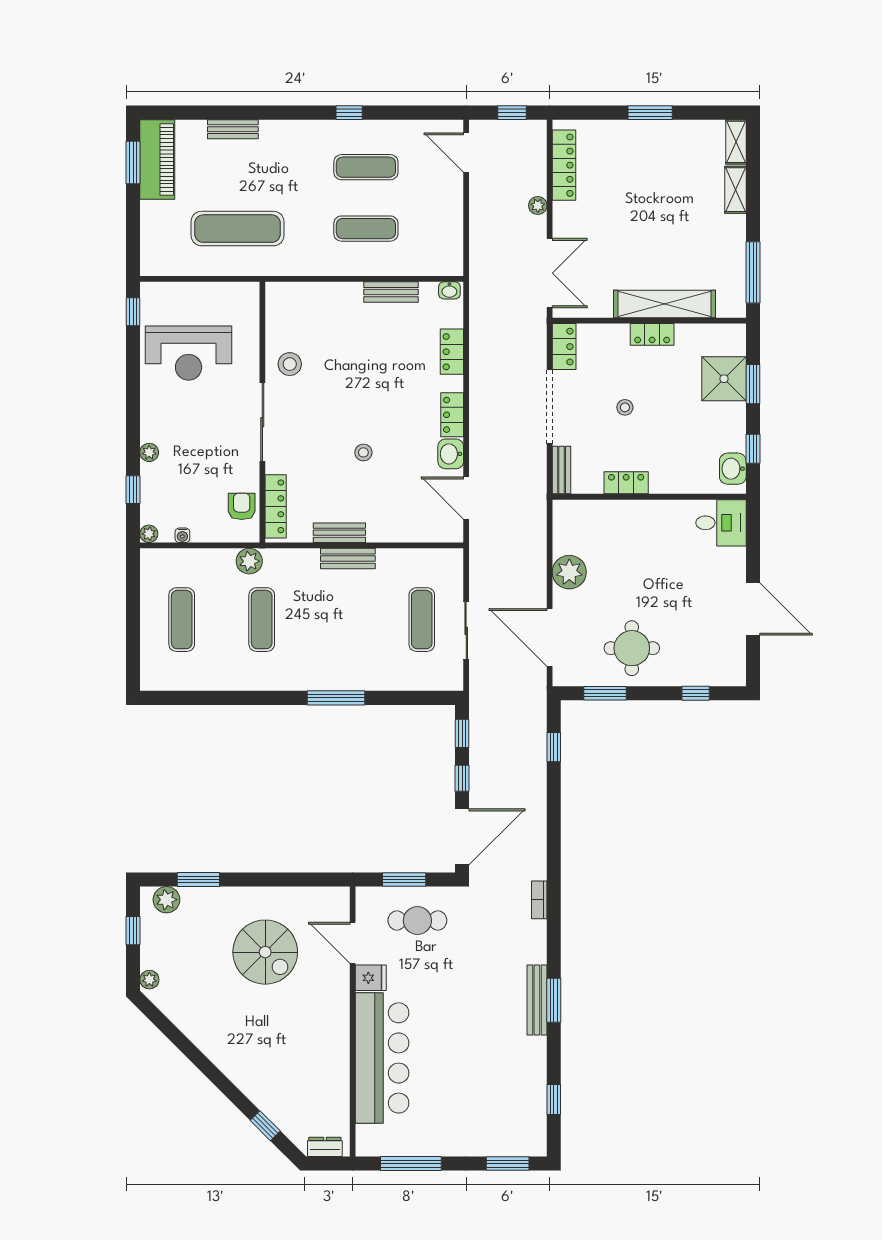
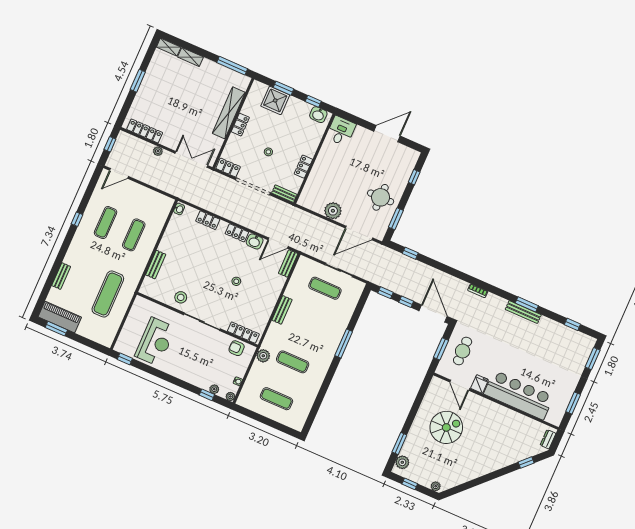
bench: (391, 292) -> (156, 265), moved
plant: (149, 452) -> (214, 389), moved
bench: (339, 533) -> (288, 263), moved
door: (353, 943) -> (460, 385), hinge flipped
window: (411, 1164) -> (573, 403), width x0.69

